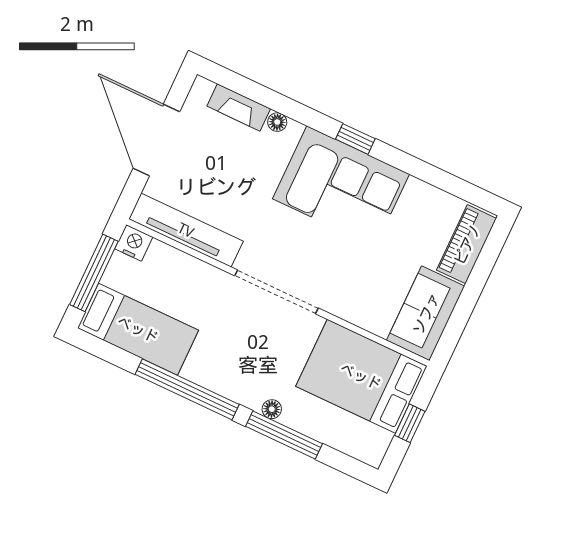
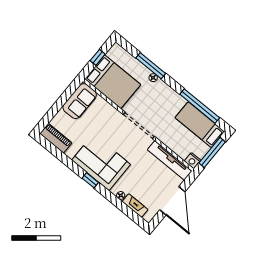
piano: (467, 244) -> (56, 138), moved, turned -90
window: (187, 389) -> (200, 106), moved

